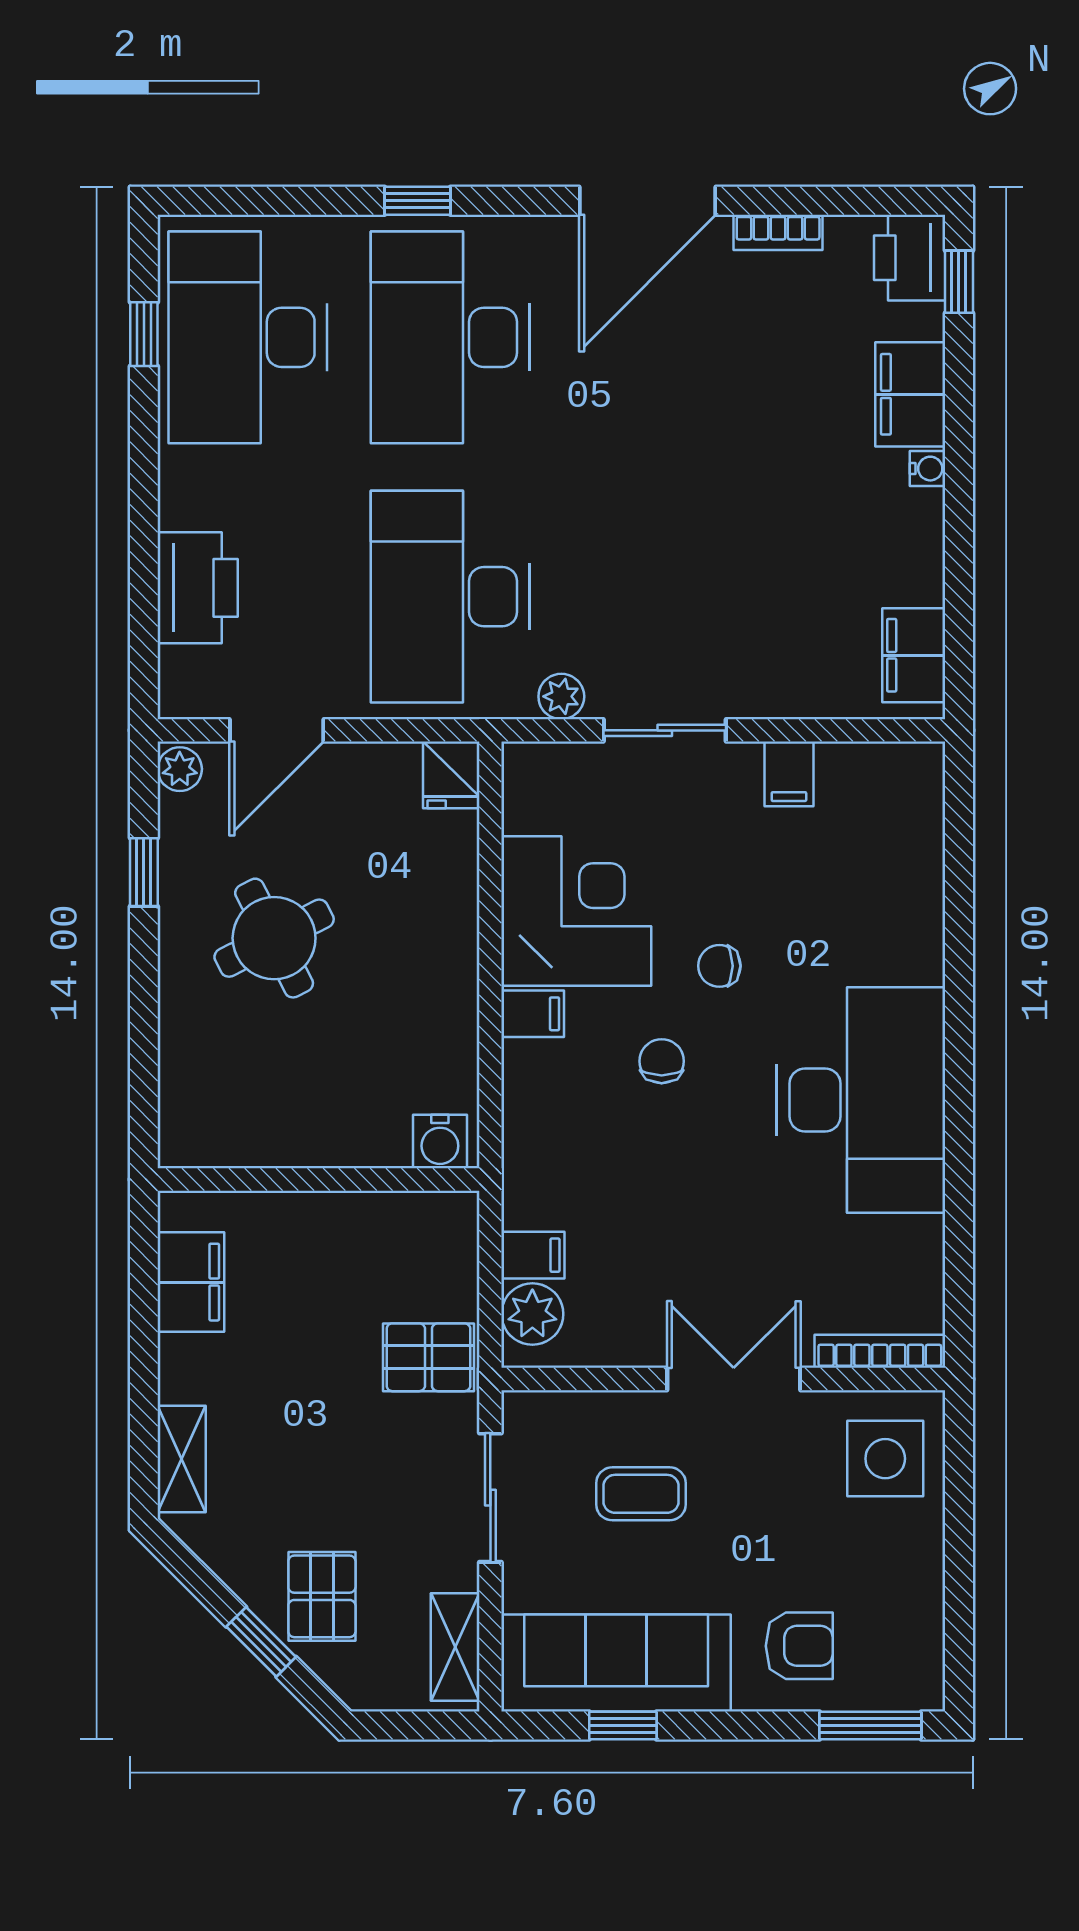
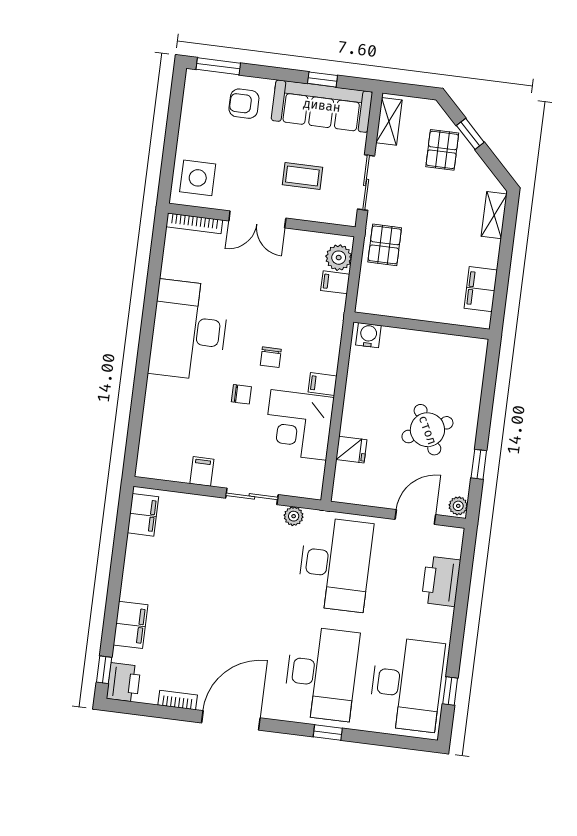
water cooler: (927, 469) -> (127, 593), removed
fridge: (451, 775) -> (351, 450), moved, turned 90
pallet: (428, 1357) -> (385, 245), turned 90

